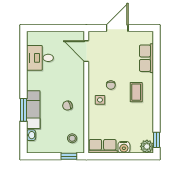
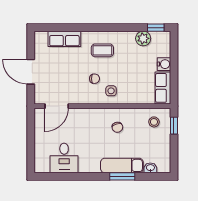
plant: (147, 146) -> (143, 38), moved

